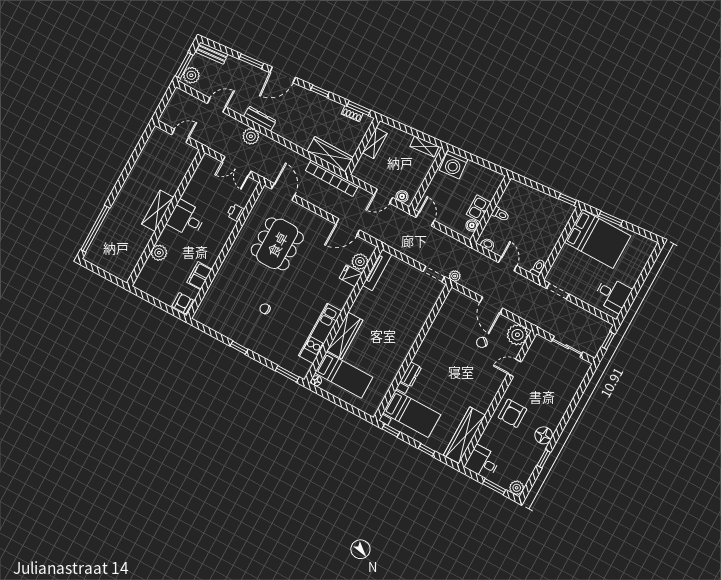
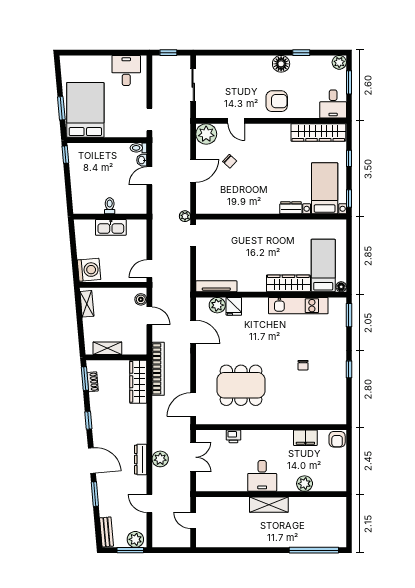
kitchen sink: (479, 208) -> (111, 227), width x1.38
boiler: (472, 225) -> (133, 225), removed
washbasin: (488, 244) -> (142, 160), moved
armchair: (183, 303) -> (337, 439), turned -90

